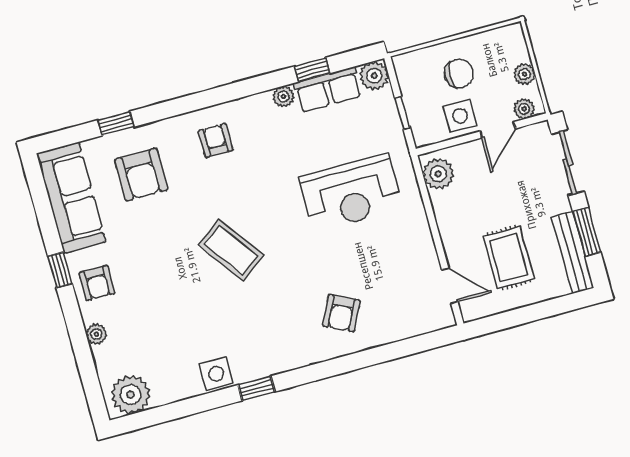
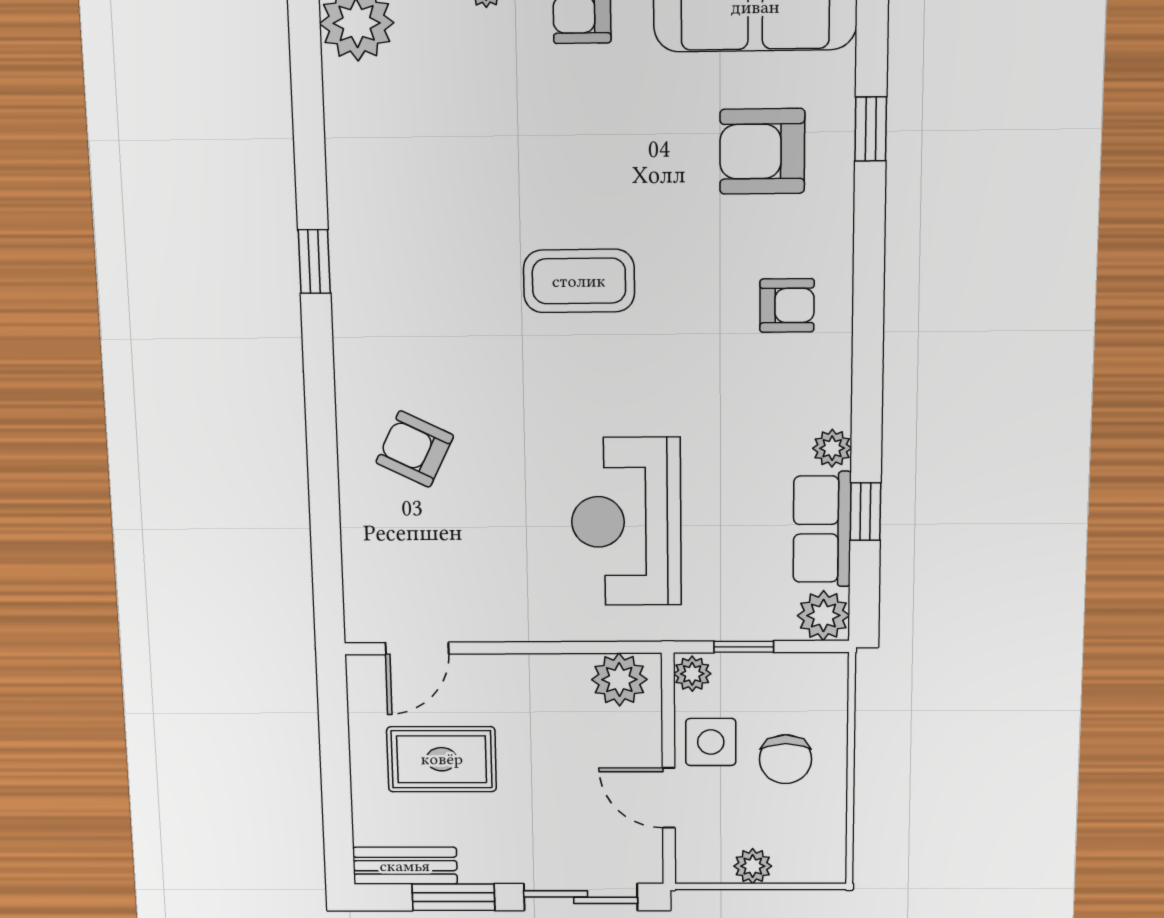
plant: (524, 109) -> (692, 674), moved
coffee table: (231, 250) -> (579, 281), turned 36
bench: (573, 252) -> (405, 866), width x0.73
side table: (216, 374) -> (358, 195), removed

